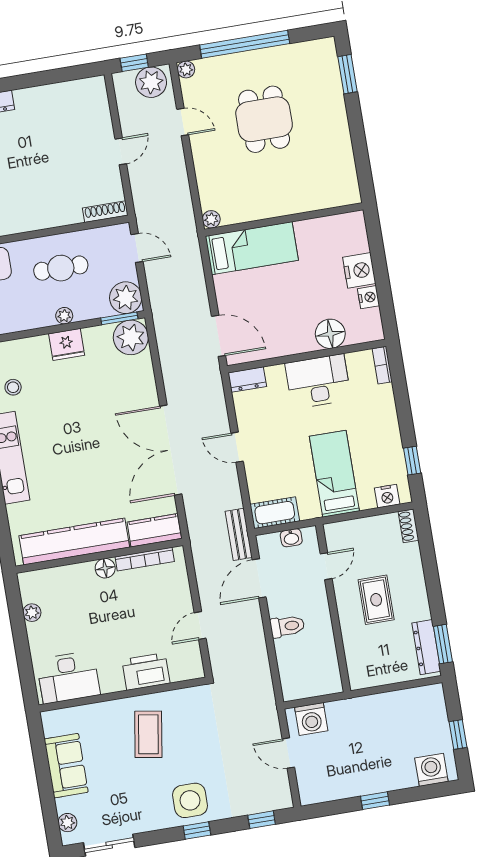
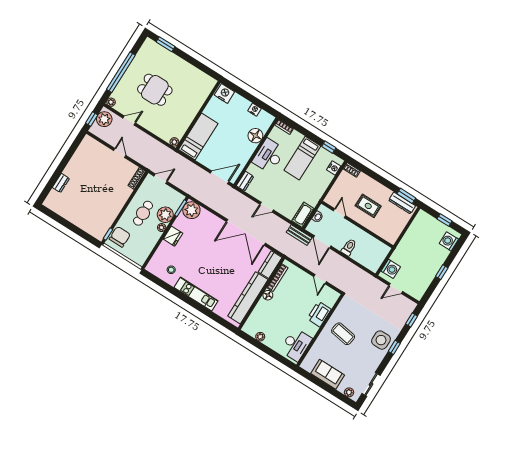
nightstand: (359, 270) -> (224, 93), moved
plant: (126, 298) -> (165, 215), moved
bed: (334, 474) -> (302, 158), moved, turned -90

